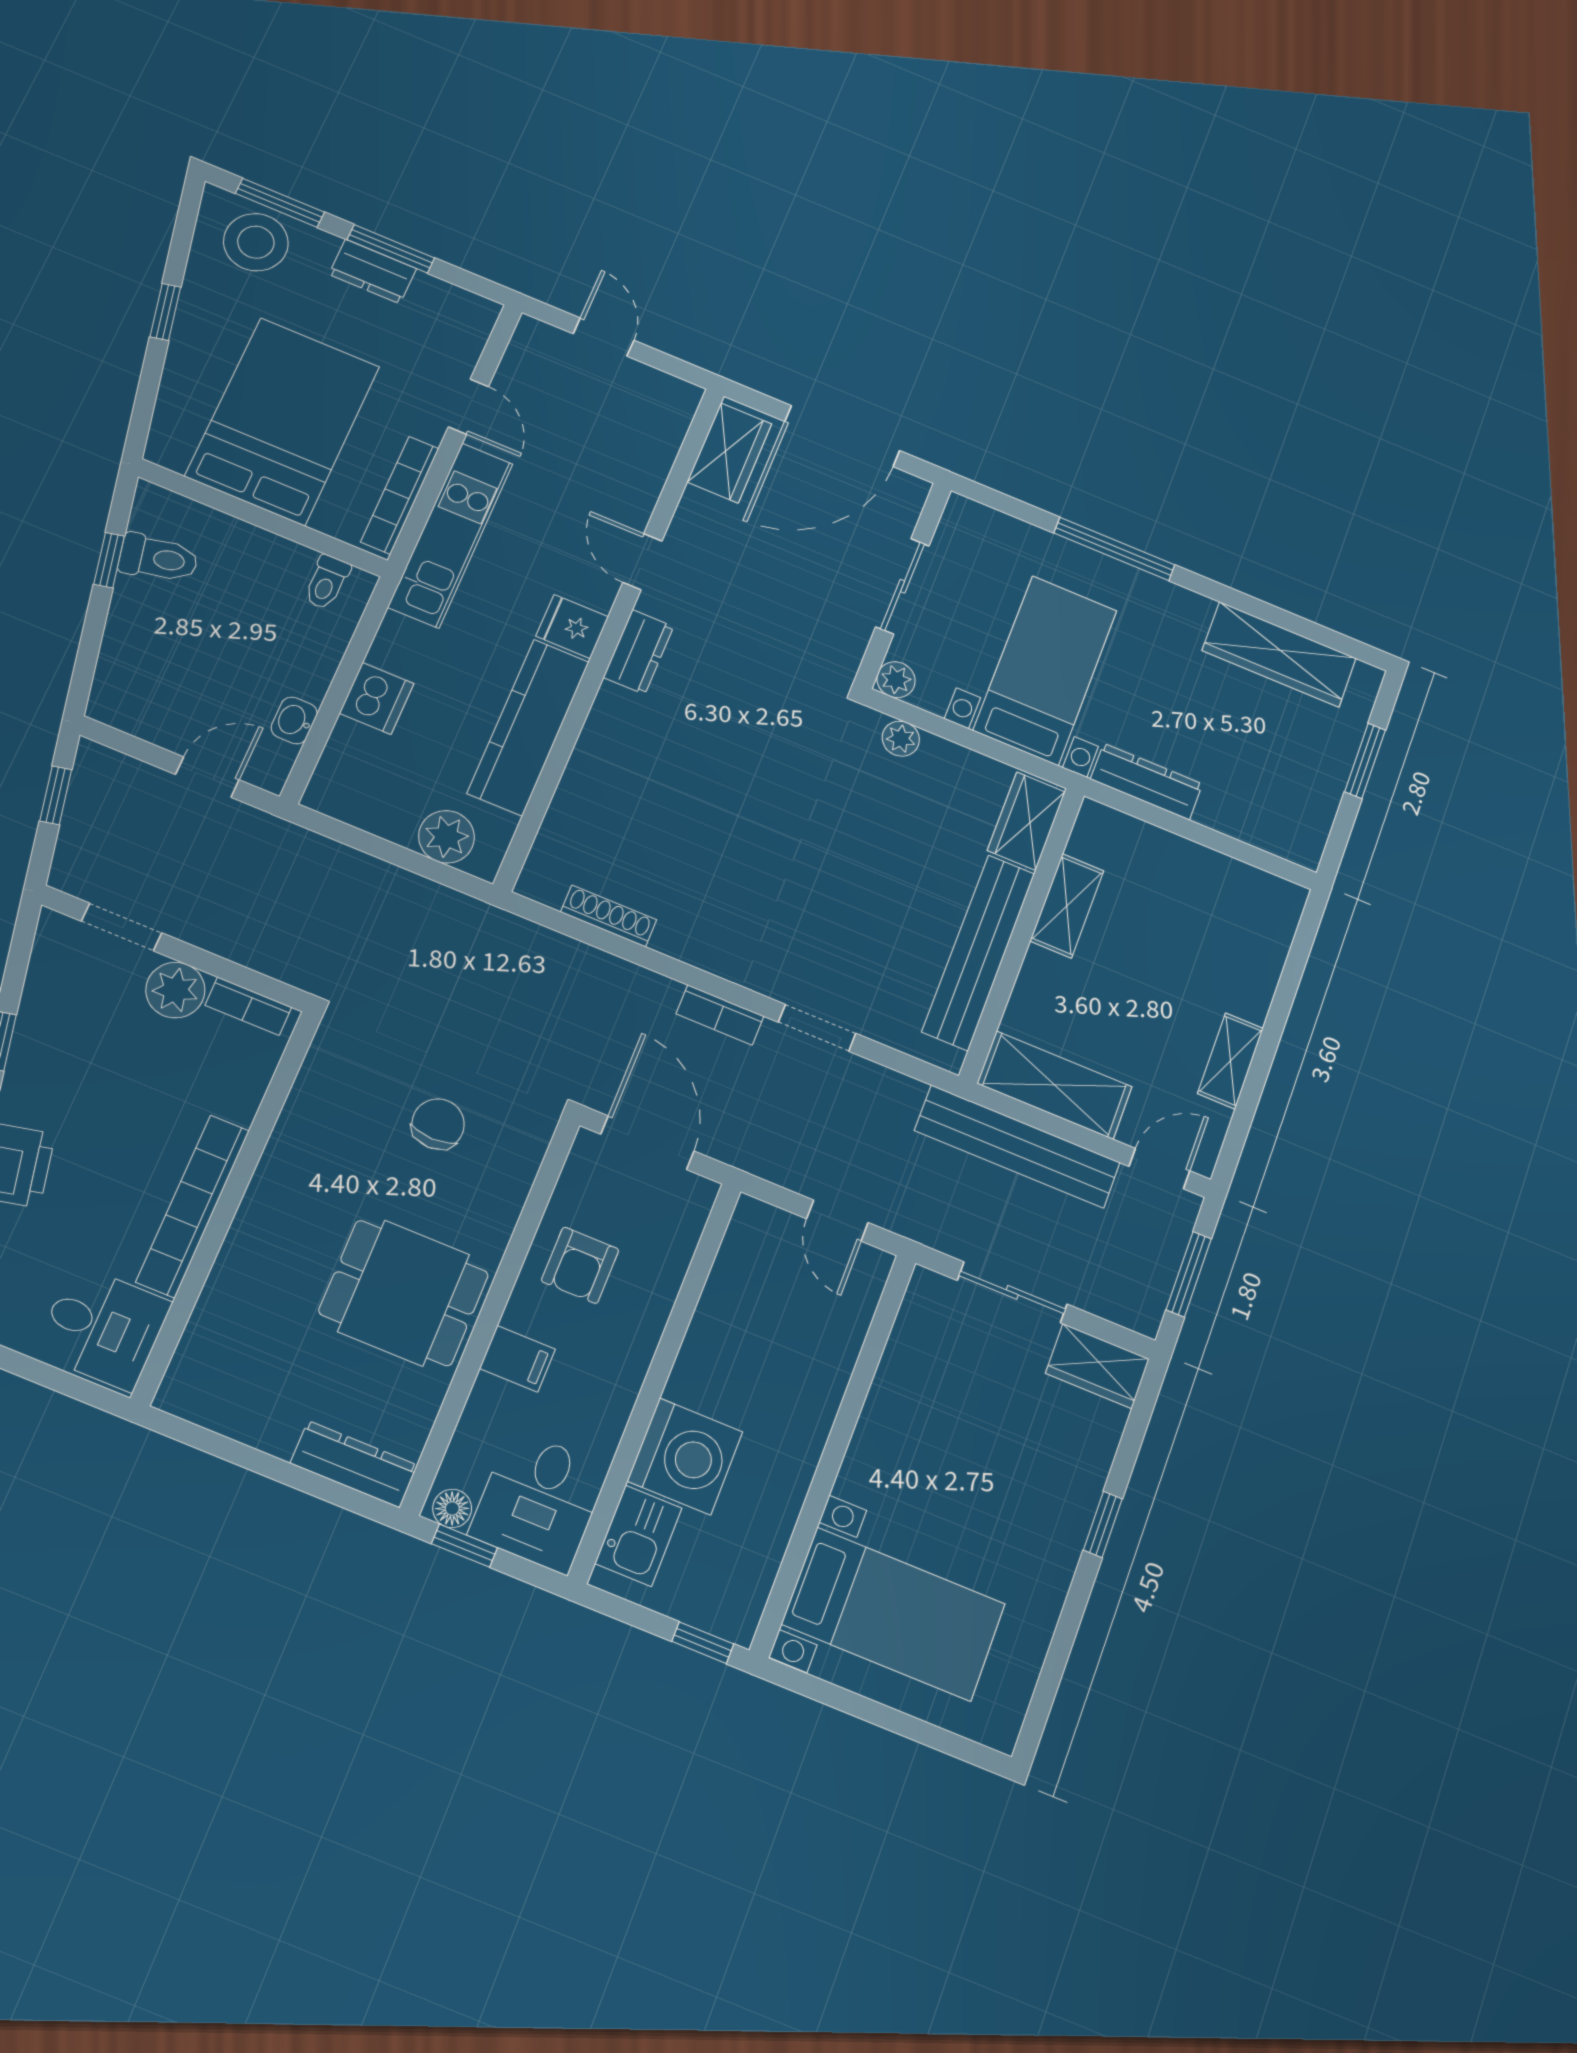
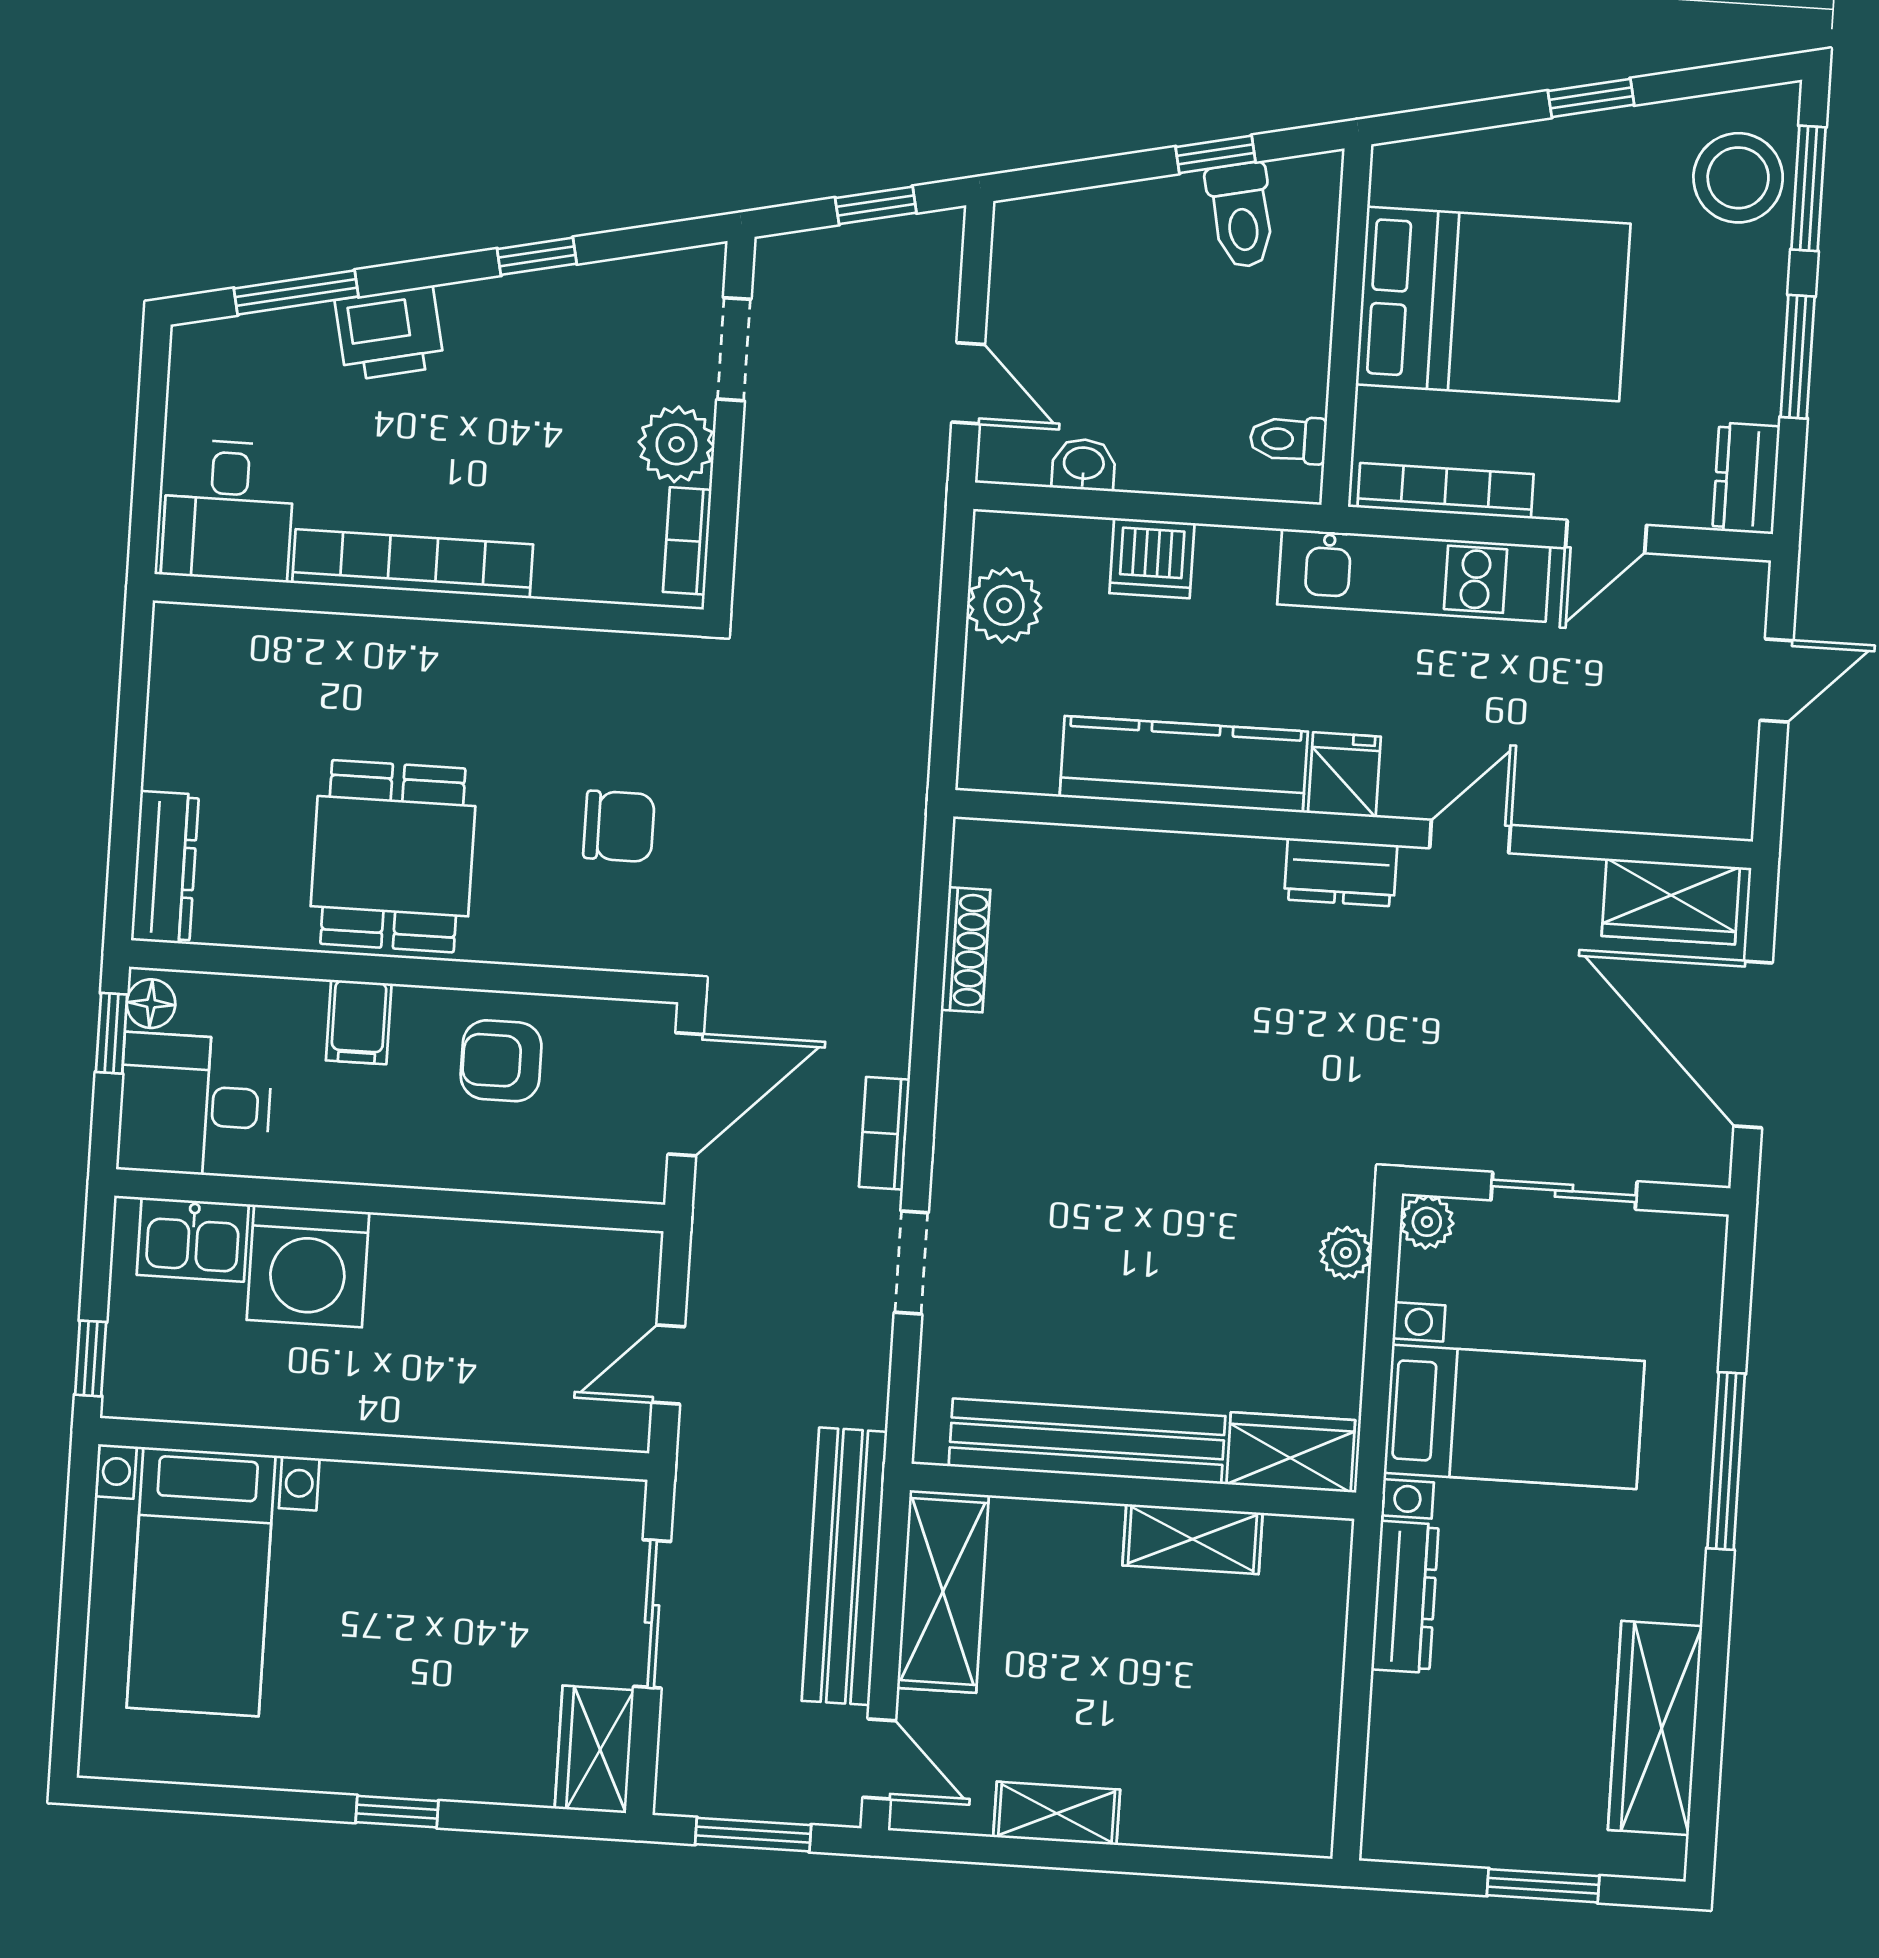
dresser: (373, 271) -> (1746, 478), moved
plant: (446, 837) -> (1004, 605), moved

